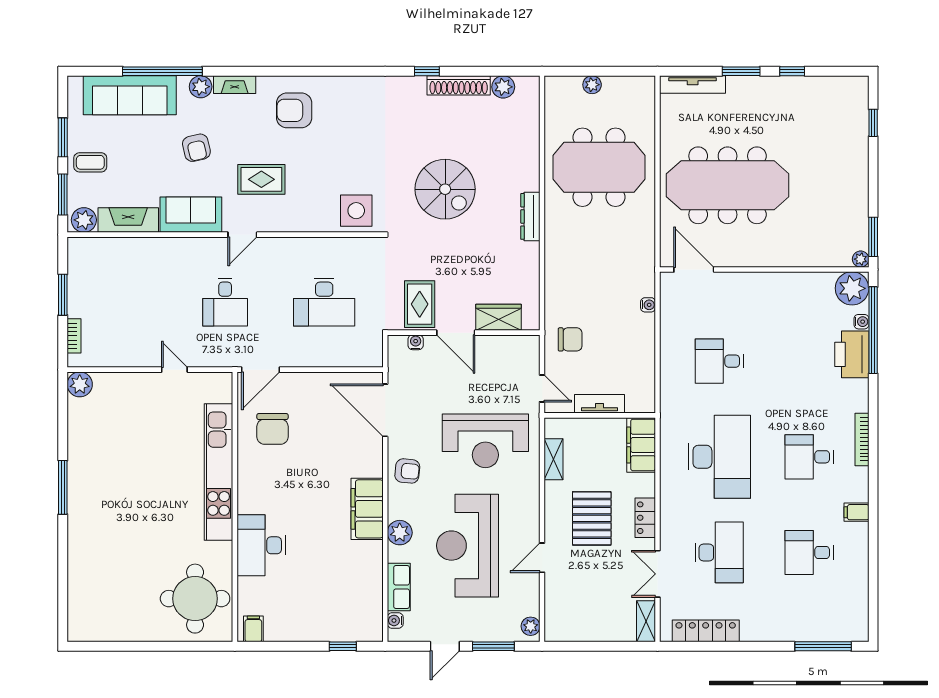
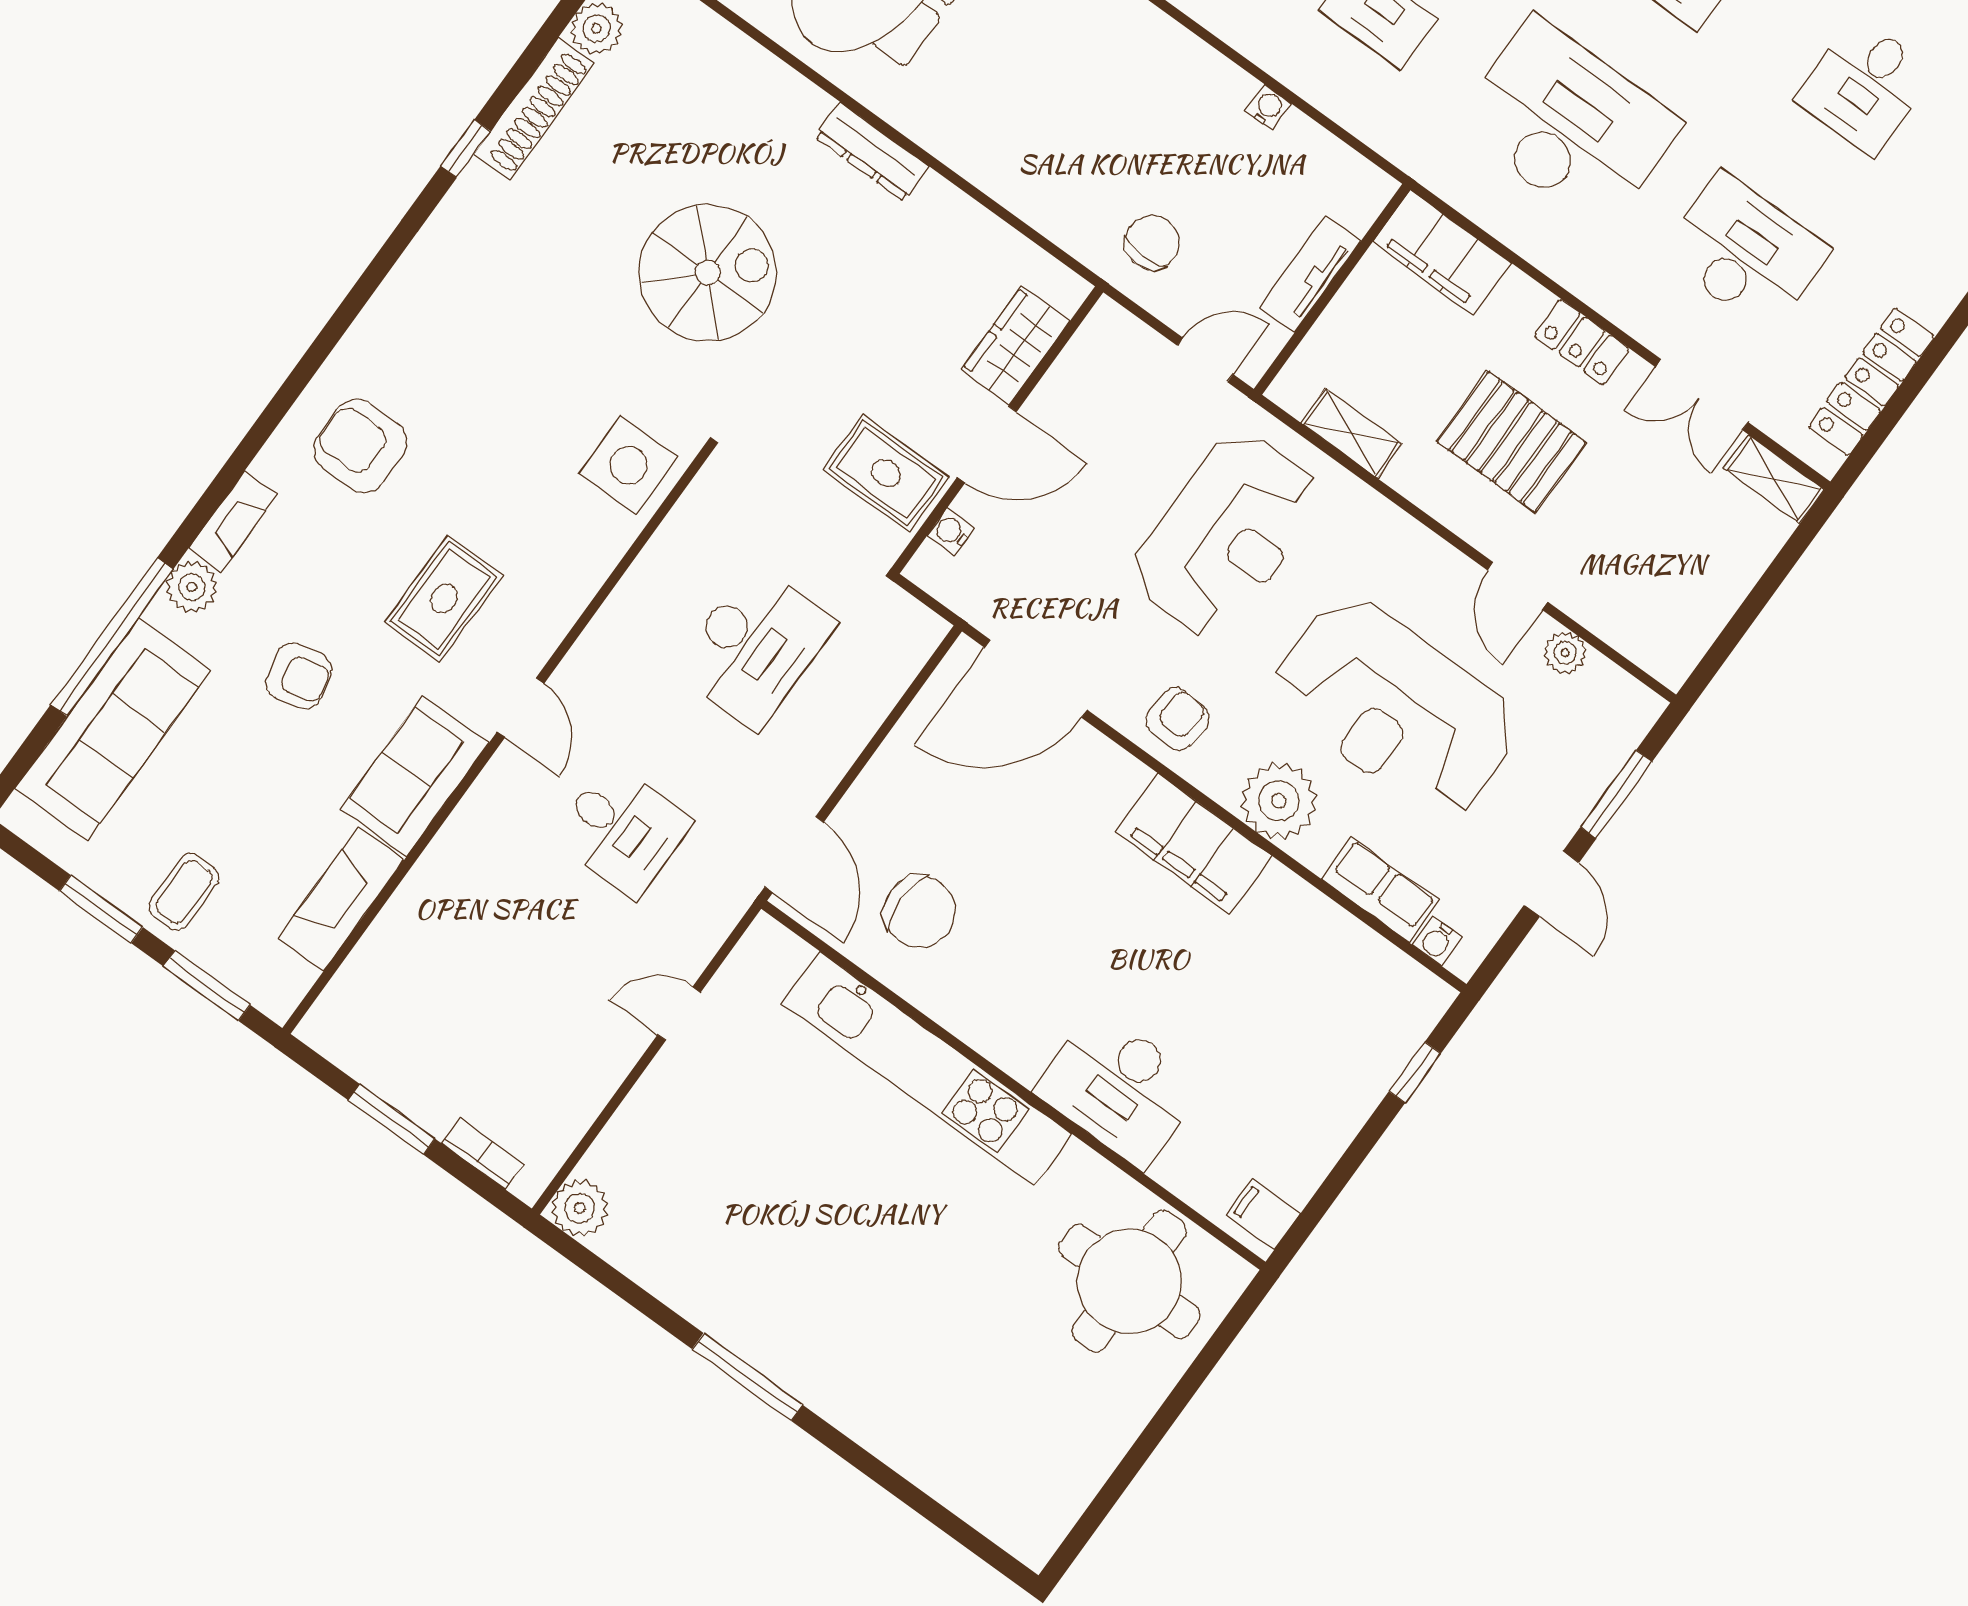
armchair: (294, 110) -> (360, 446), turned 90
plant: (84, 220) -> (282, 981), removed
water cooler: (648, 305) -> (1268, 107), moved
plant: (400, 533) -> (1279, 801), width x1.36, depth x1.36
plant: (531, 626) -> (1565, 653), moved

